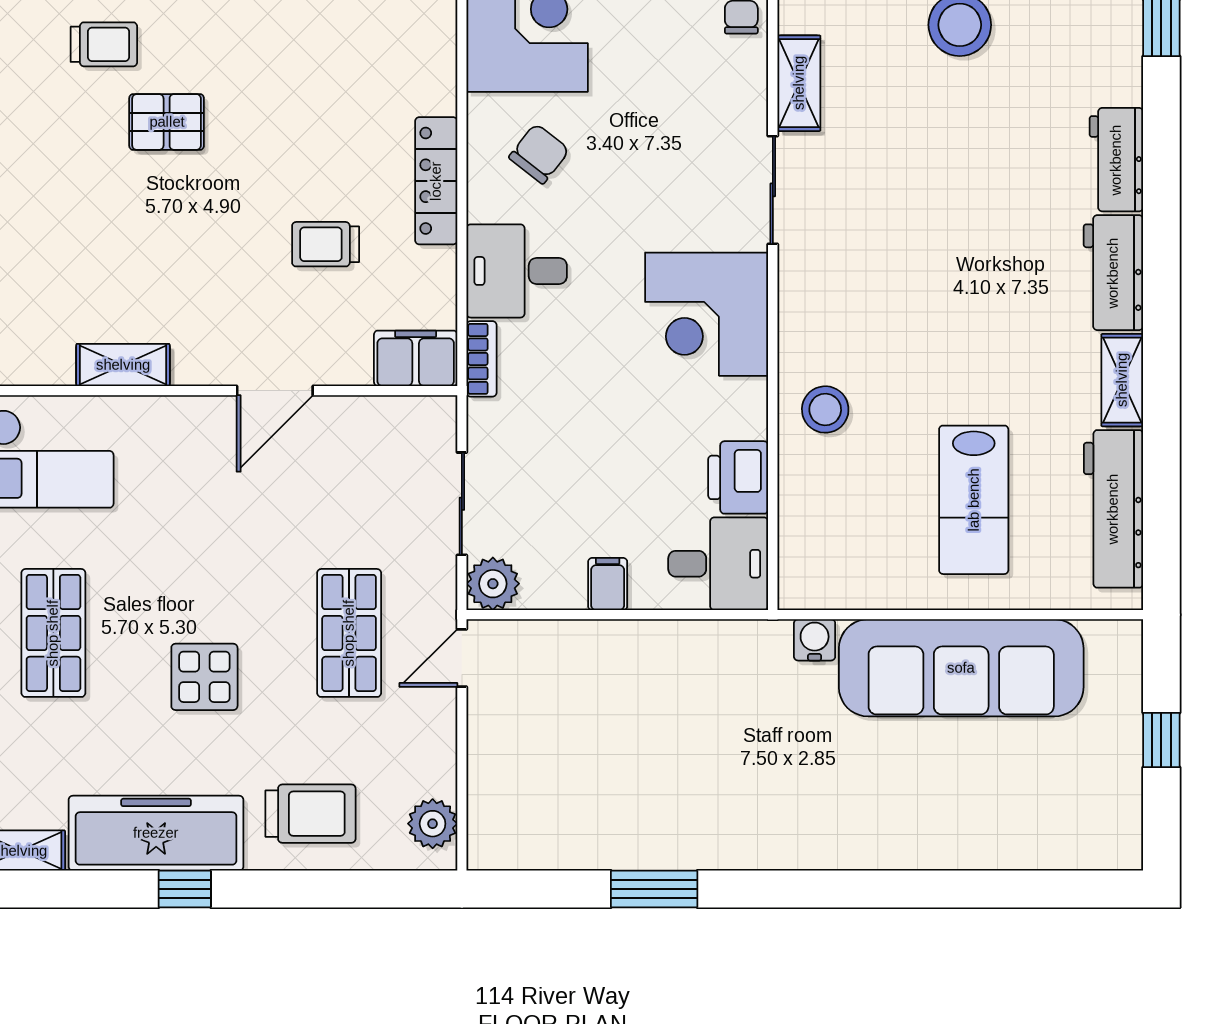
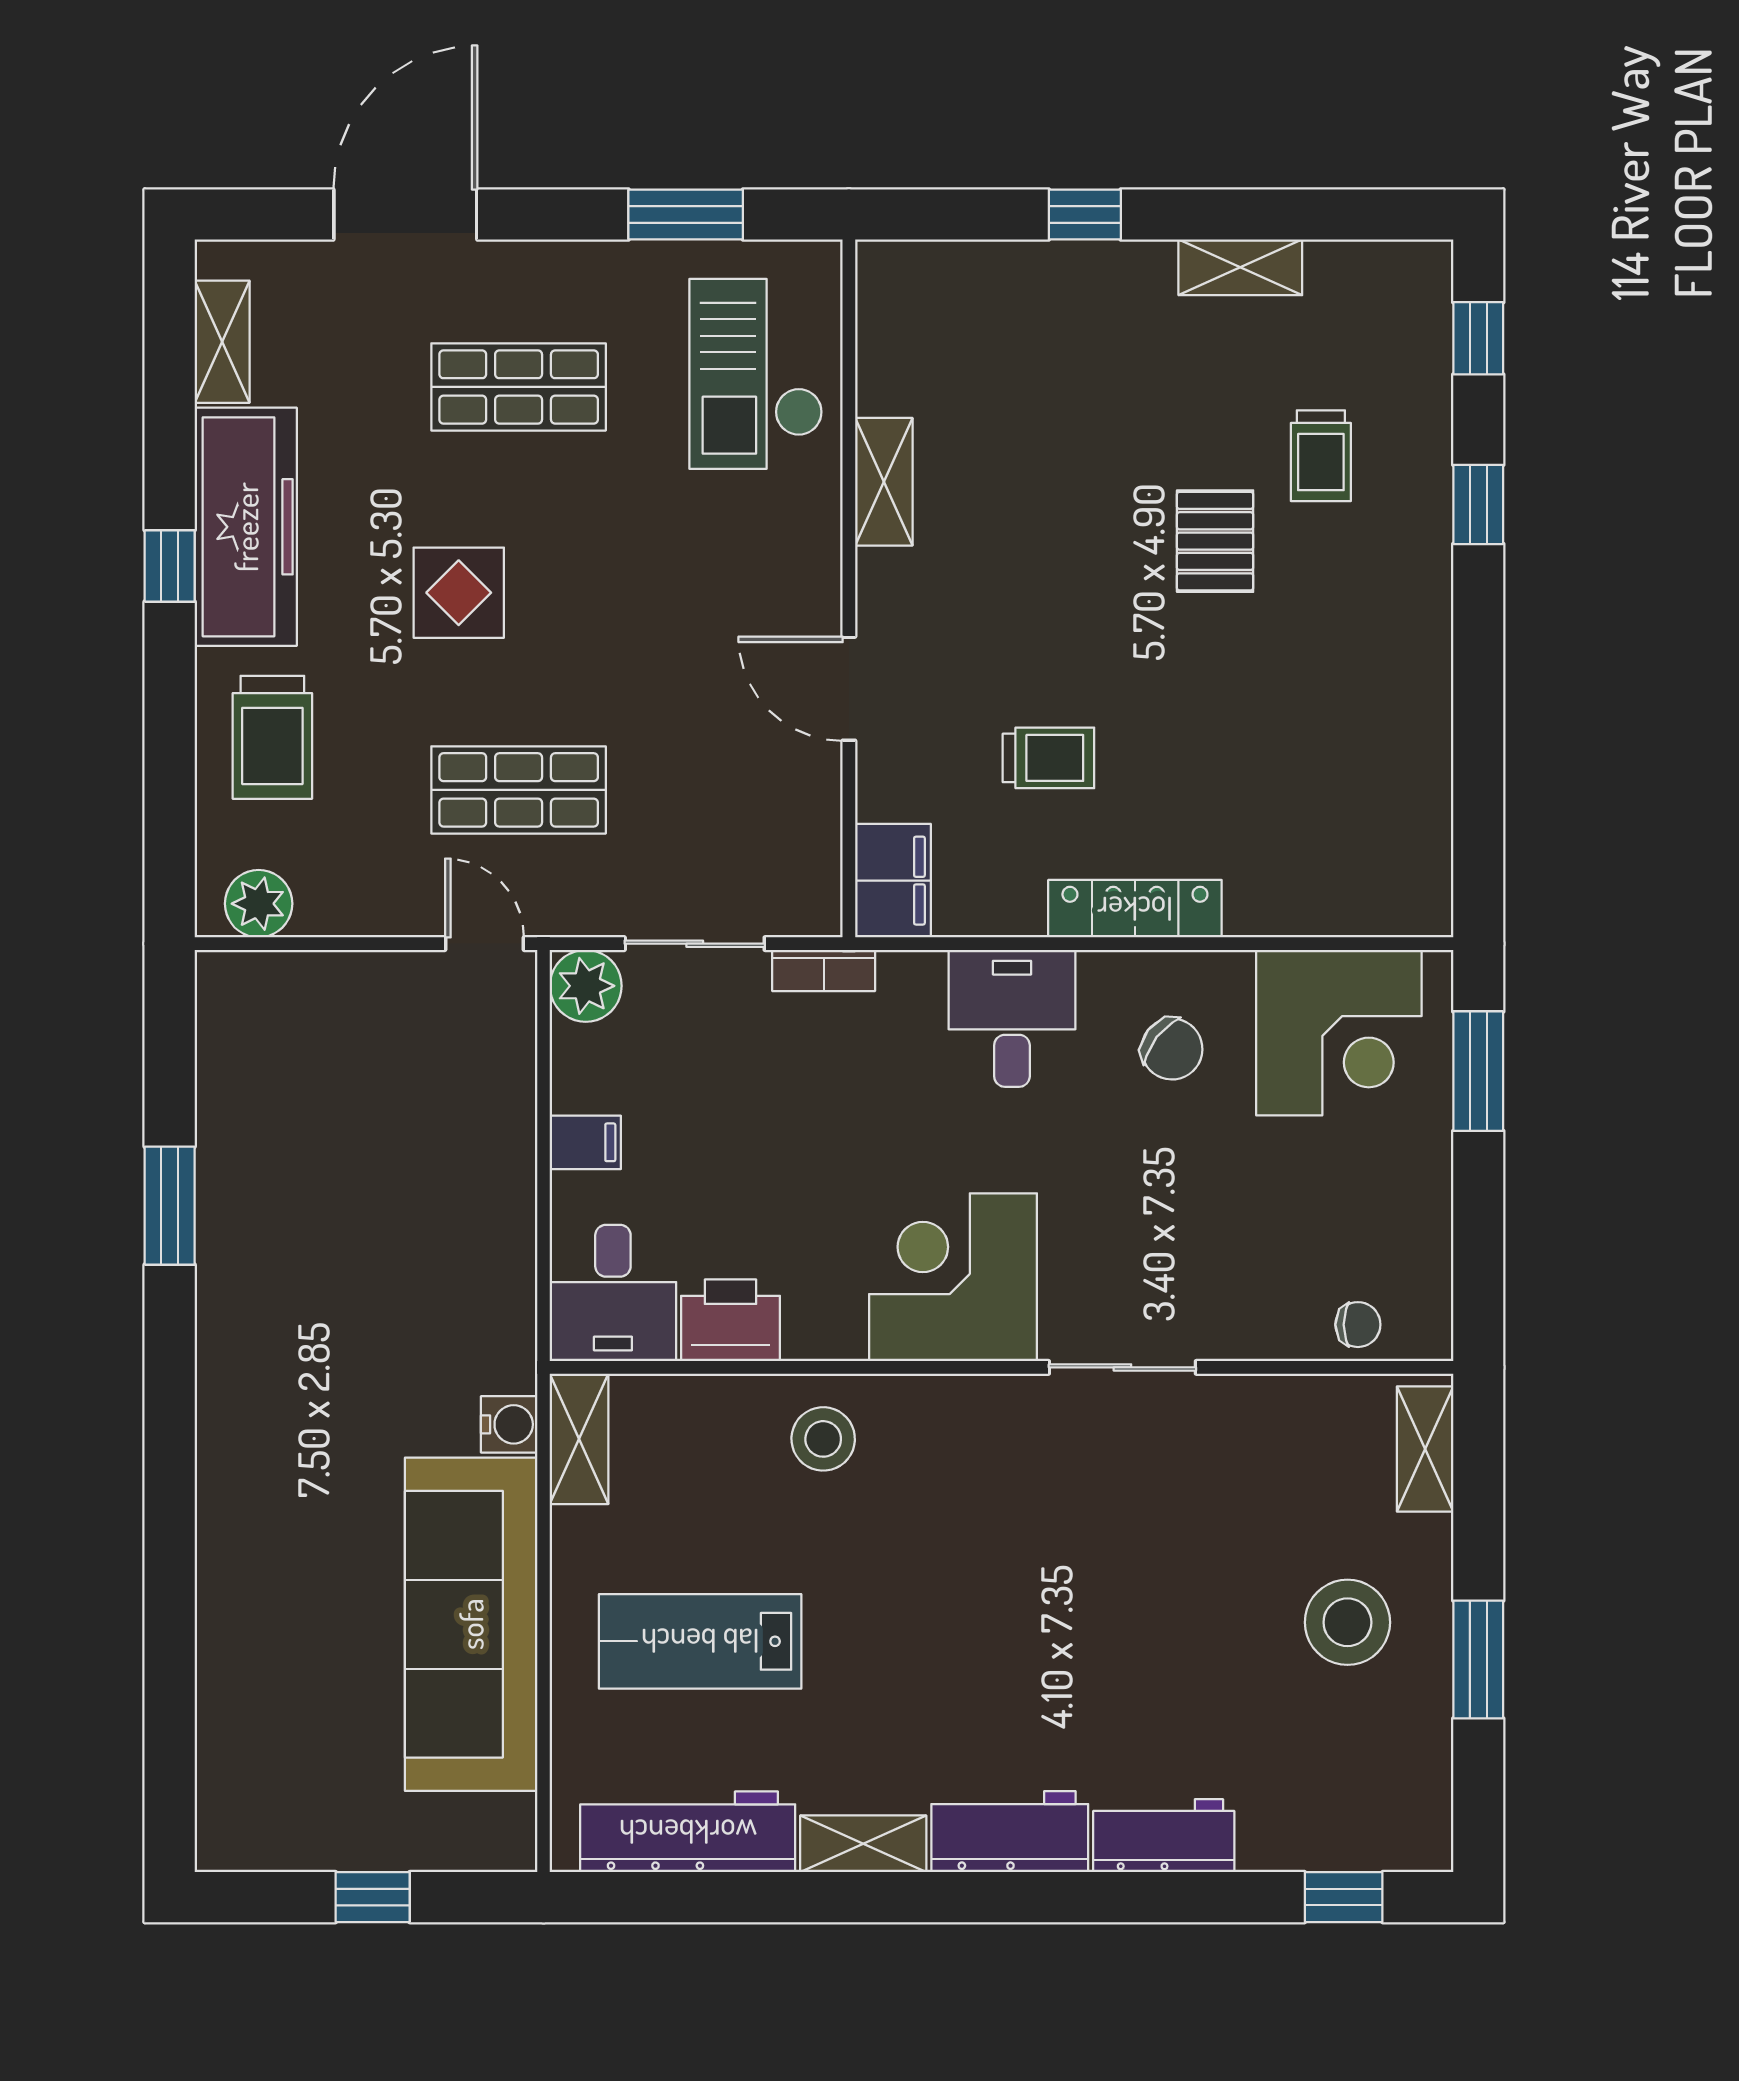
shelving: (799, 83) -> (579, 1439), moved, turned 90
trolley: (326, 244) -> (1048, 758), turned 90
bookcase: (482, 359) -> (824, 970), moved

